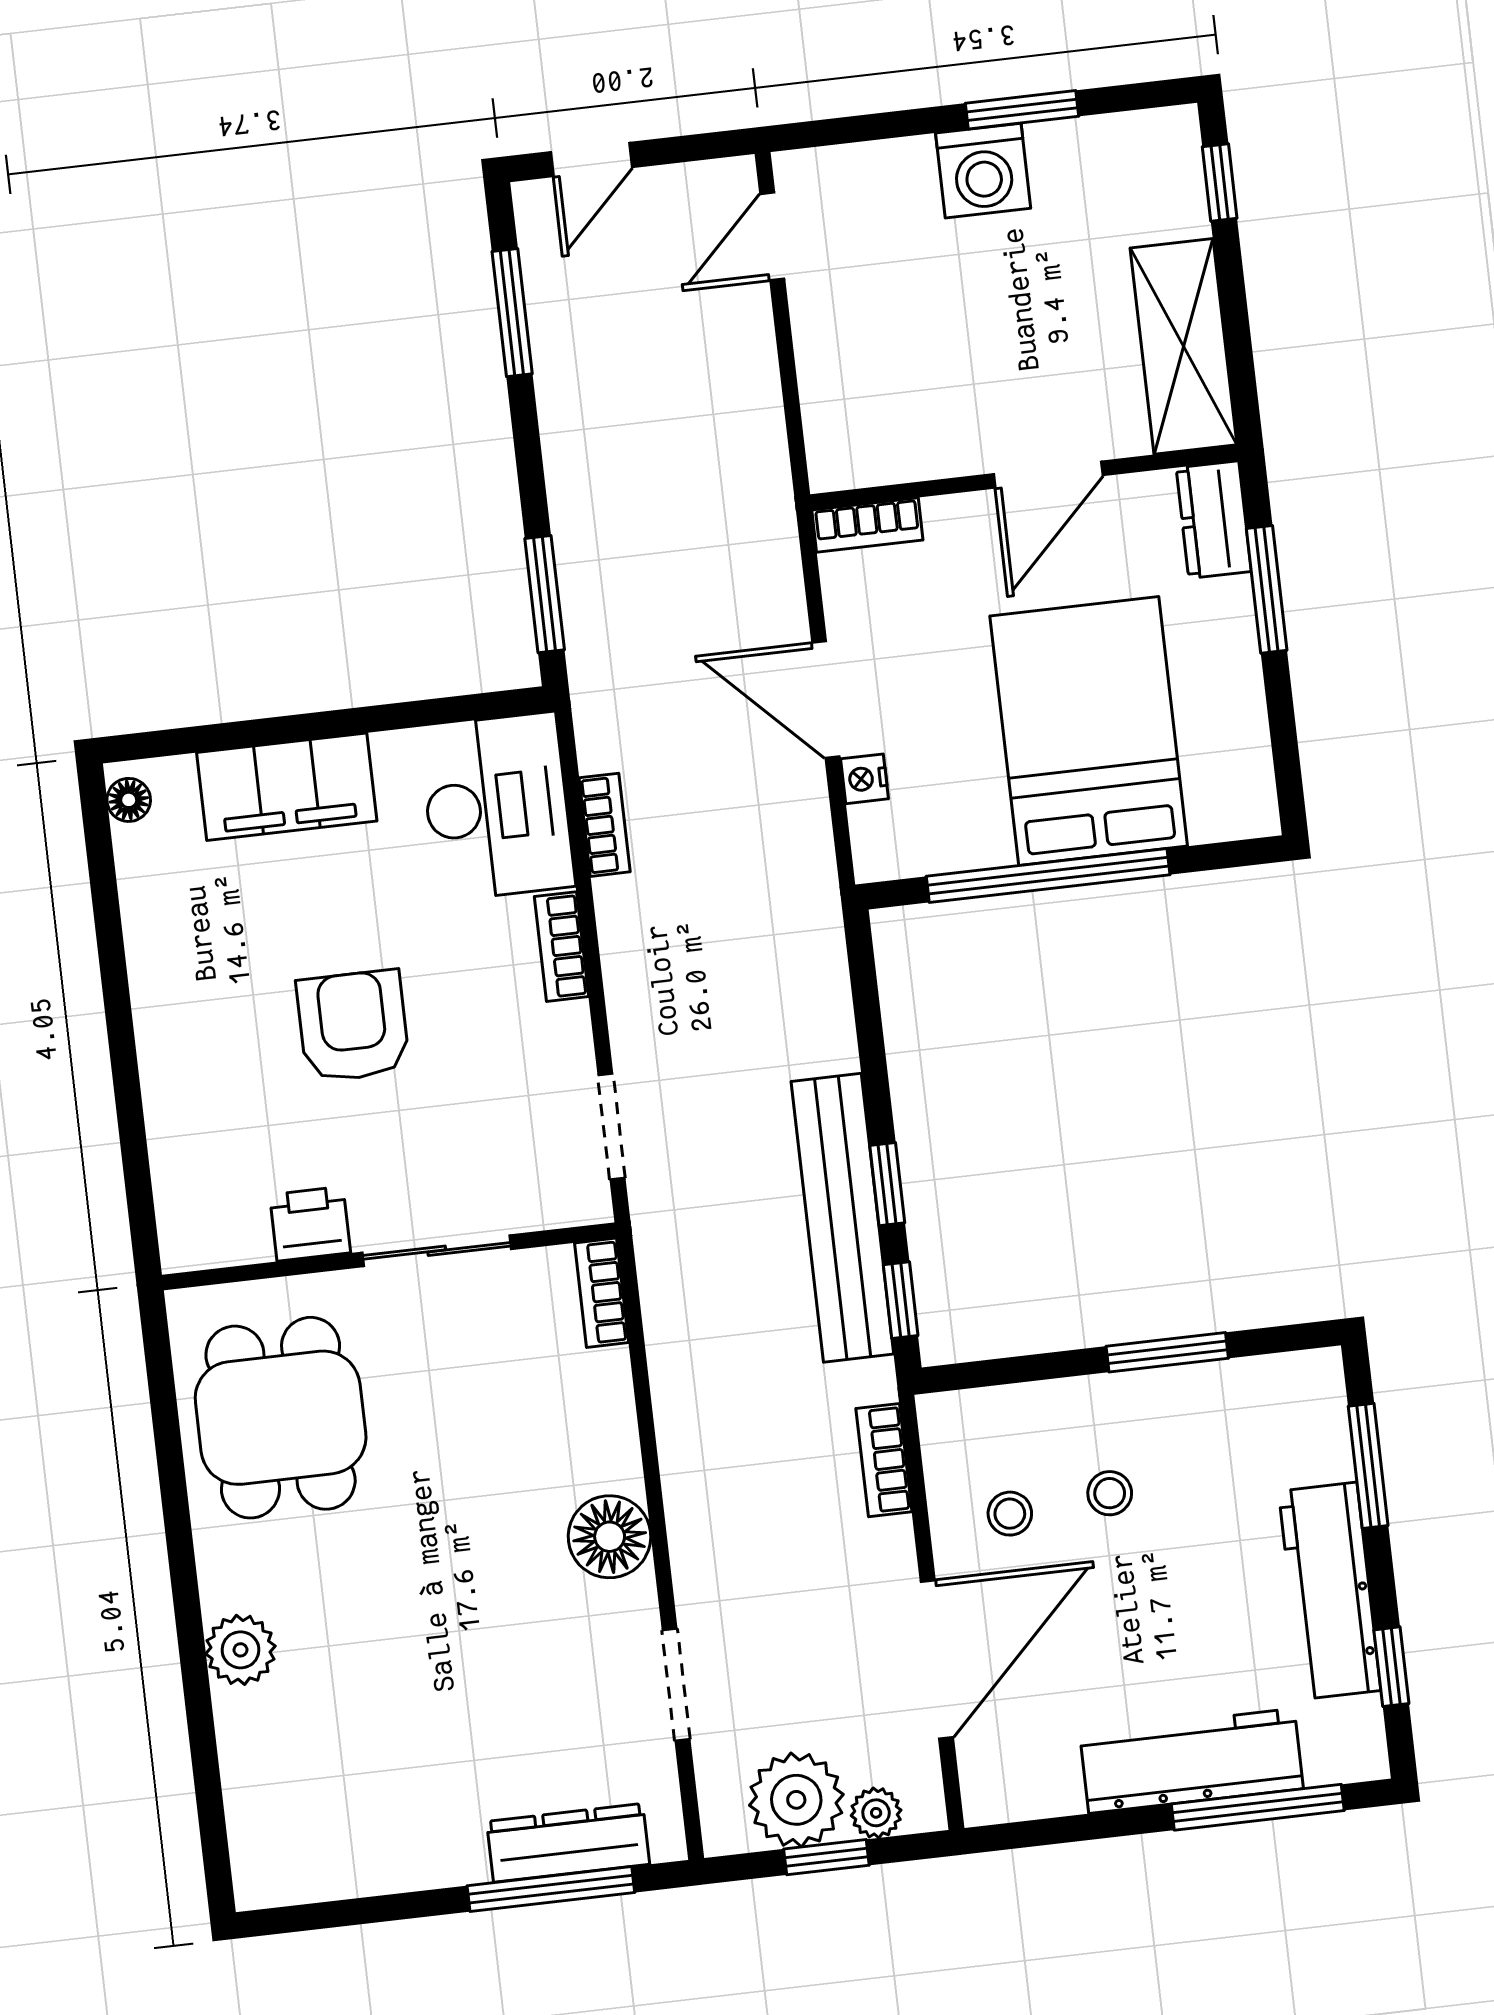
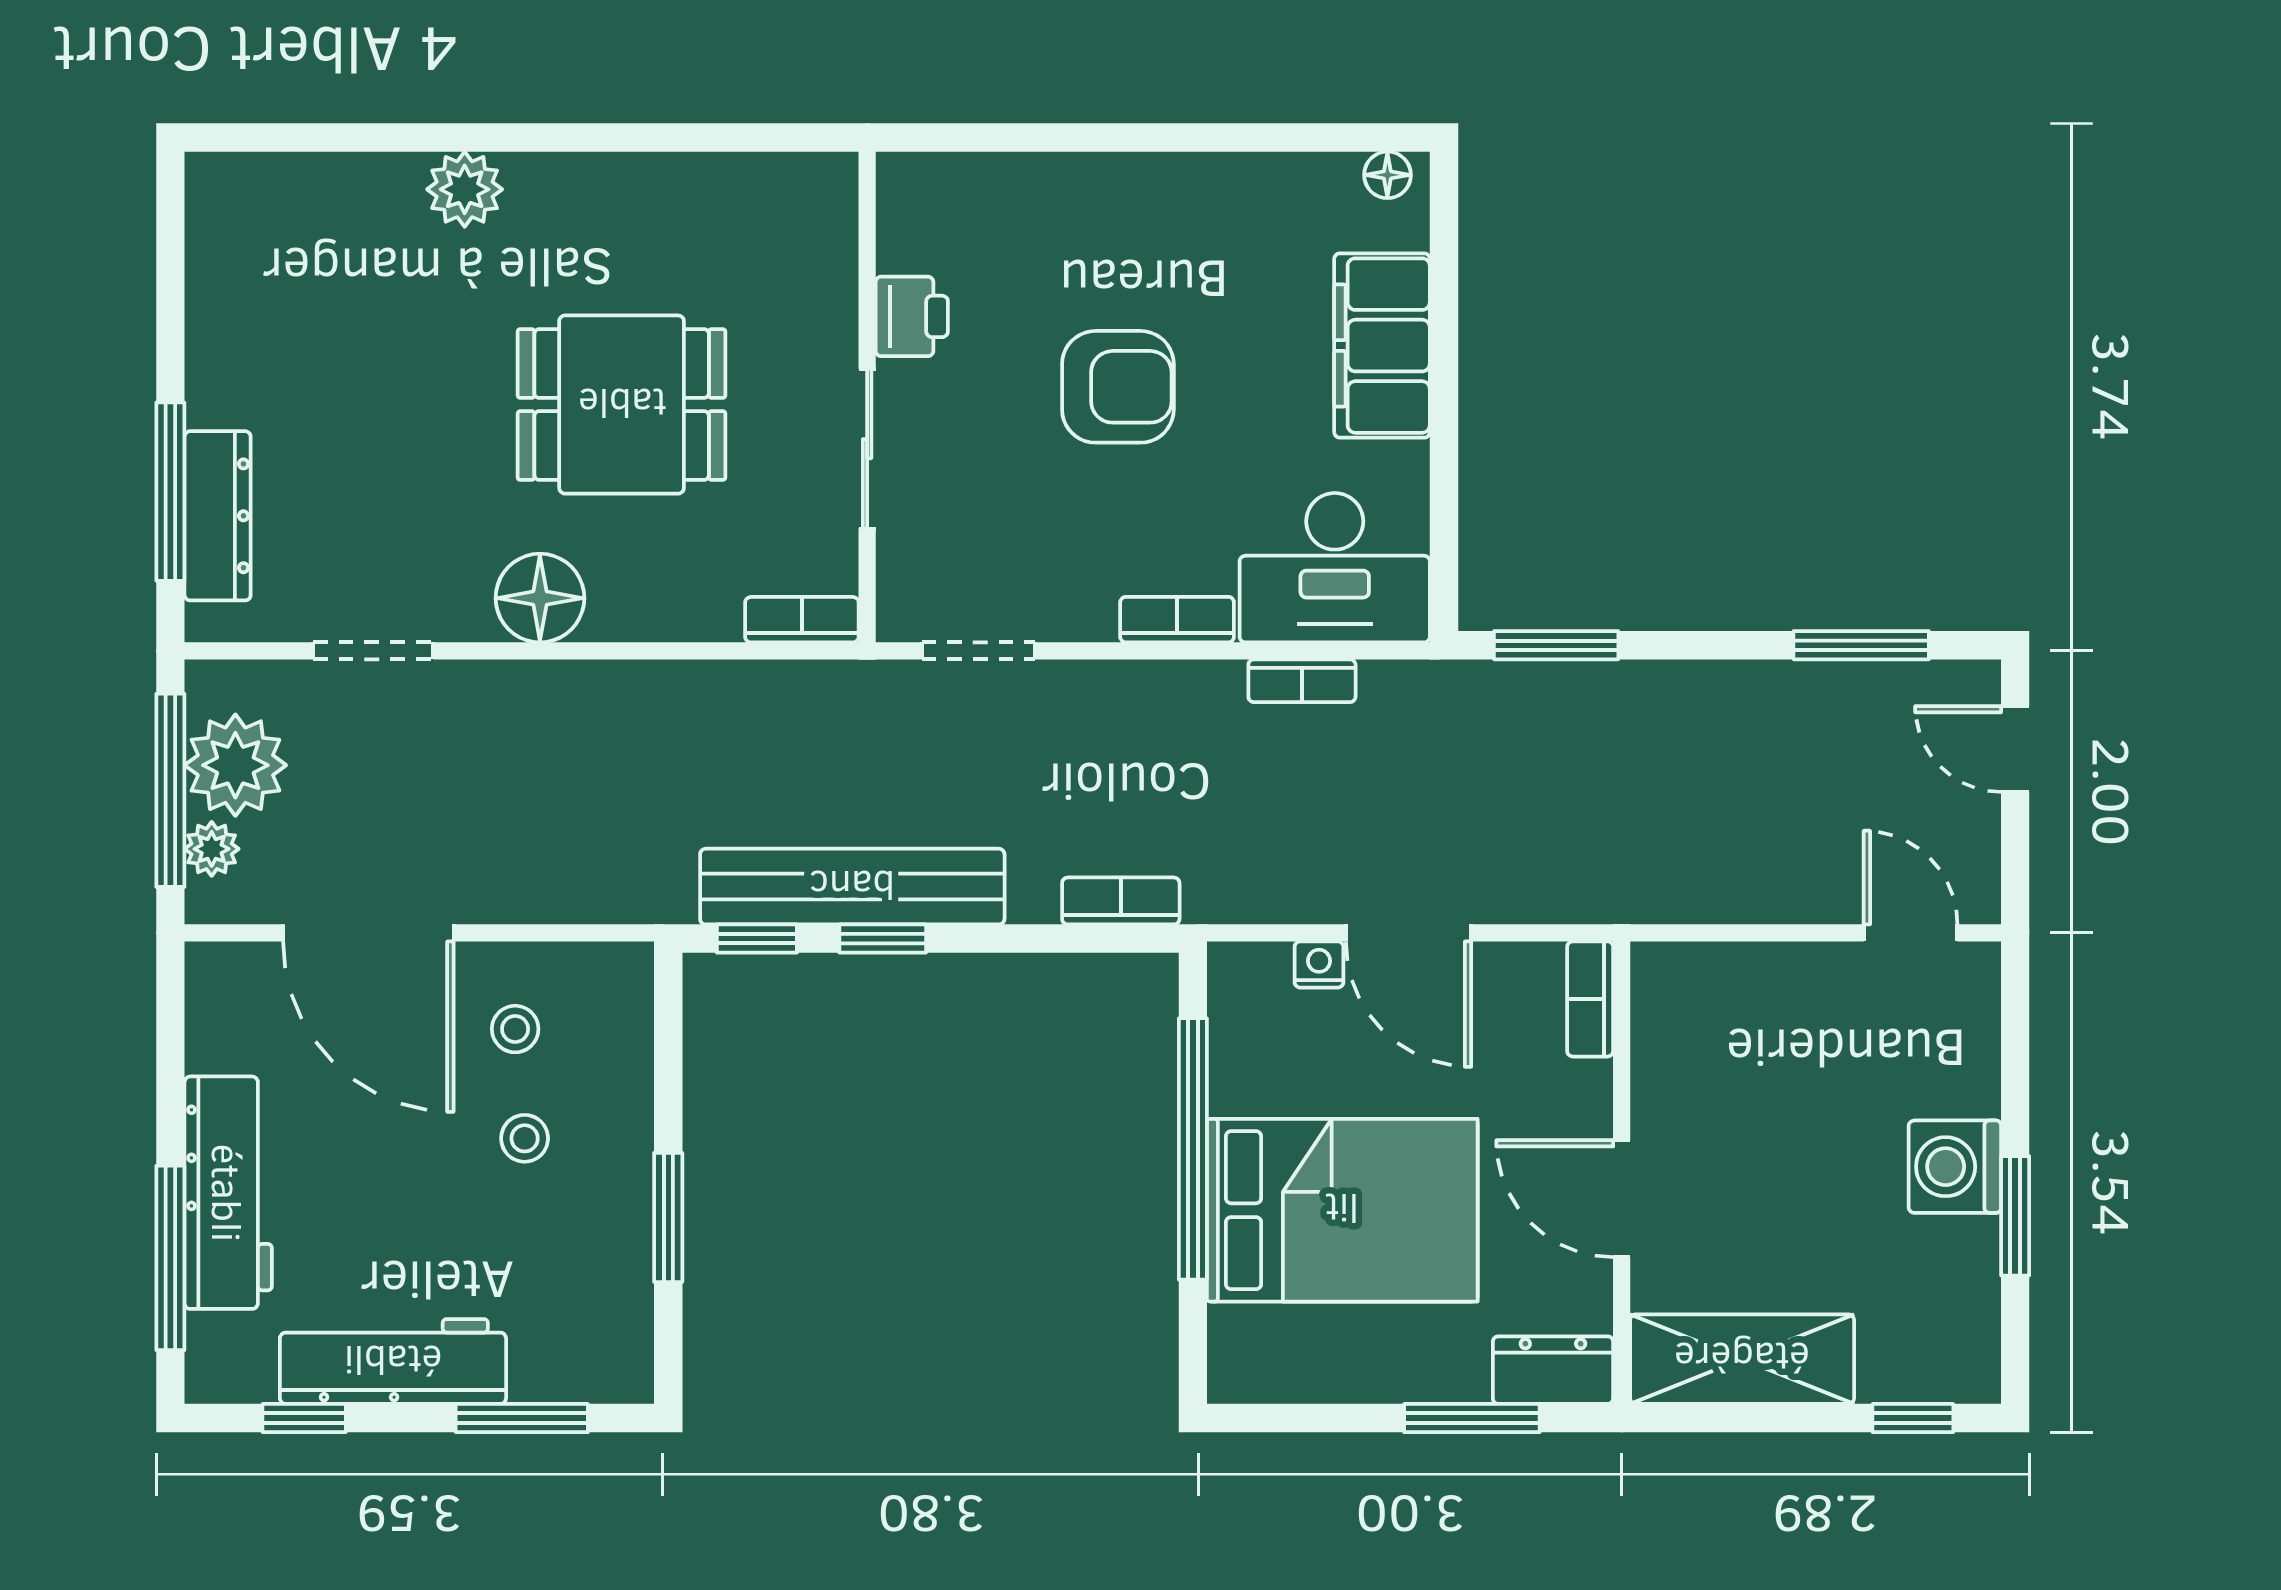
door: (826, 700) -> (1408, 933), swing flipped
dining table: (281, 1418) -> (622, 405), moved
bookcase: (884, 1460) -> (1121, 901), moved
window: (826, 1857) -> (170, 790), width x2.17

